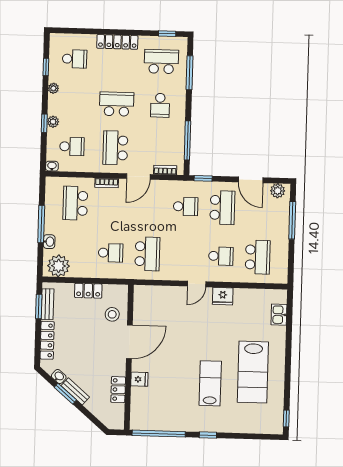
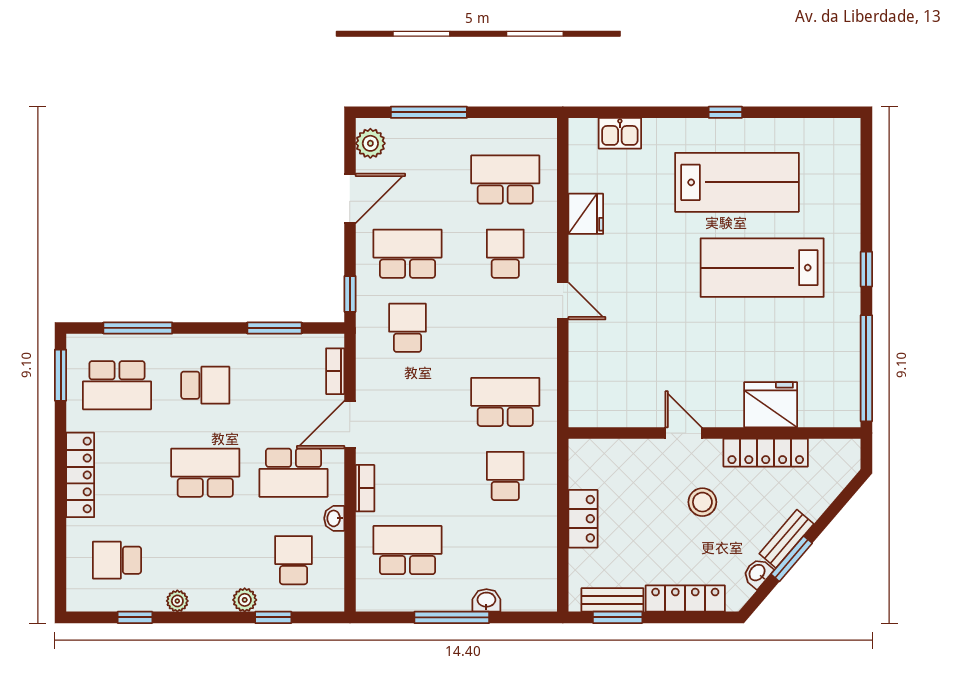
window: (167, 34) -> (61, 375), width x1.50
school desk: (75, 59) -> (117, 560), turned -90
school desk: (161, 61) -> (117, 385), turned -90
school desk: (117, 104) -> (205, 473), turned 90
window: (44, 123) -> (273, 617), moved
window: (187, 140) -> (274, 328), width x0.69
washbasin: (52, 166) -> (334, 518), moved
door: (138, 176) -> (350, 425), swing flipped
school desk: (75, 203) -> (408, 550), turned 180
plant: (59, 266) -> (535, 580), removed
fridge: (223, 296) -> (586, 214), moved
stool: (112, 314) -> (702, 502), moved
door: (129, 342) -> (683, 433), width x0.53
fridge: (139, 379) -> (771, 405), width x1.88, depth x1.34
lab bench: (210, 383) -> (762, 268), width x1.36, depth x1.39
locker: (118, 390) -> (766, 453), width x1.53
window: (286, 419) -> (725, 112), moved

